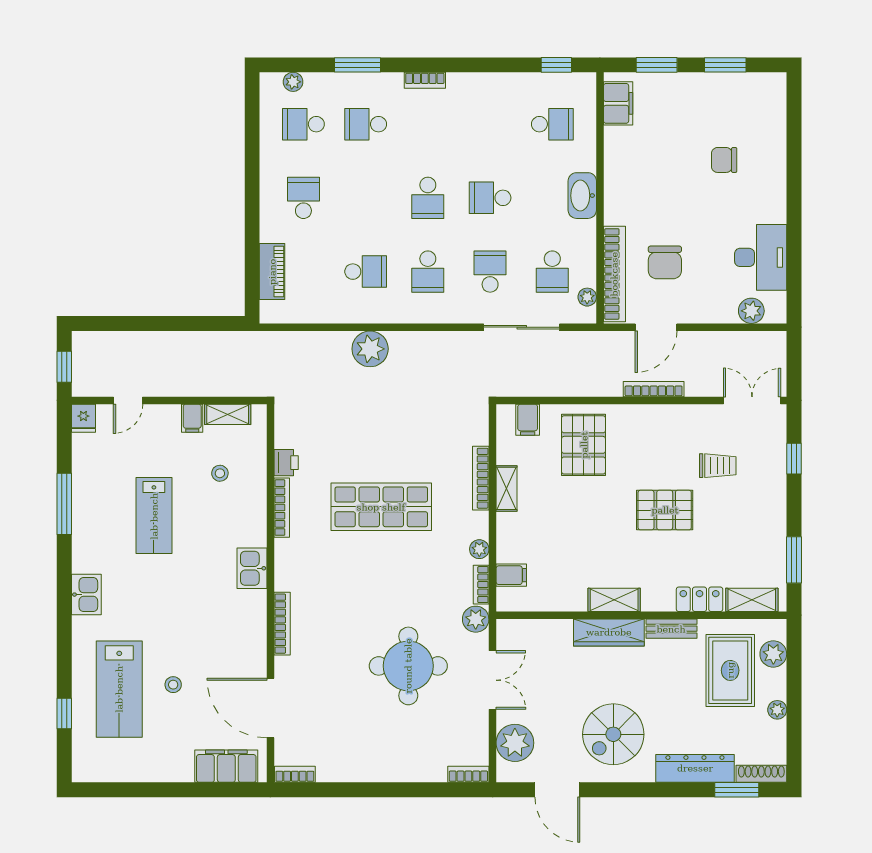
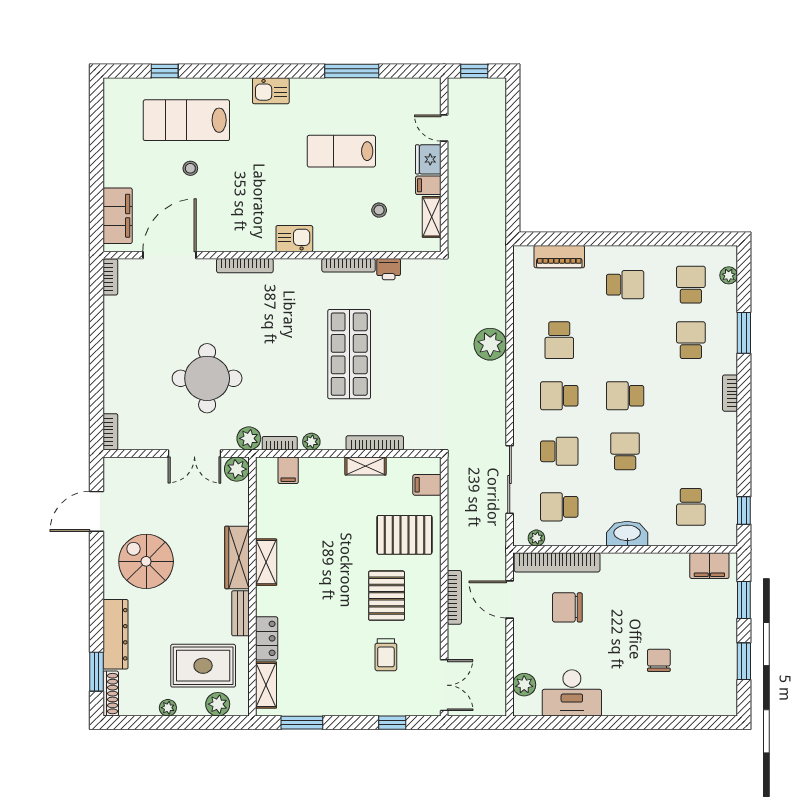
fridge: (83, 418) -> (428, 159), moved, width x1.38
pallet: (665, 510) -> (387, 596), moved
plant: (515, 743) -> (237, 469), moved, width x0.73, depth x0.73

